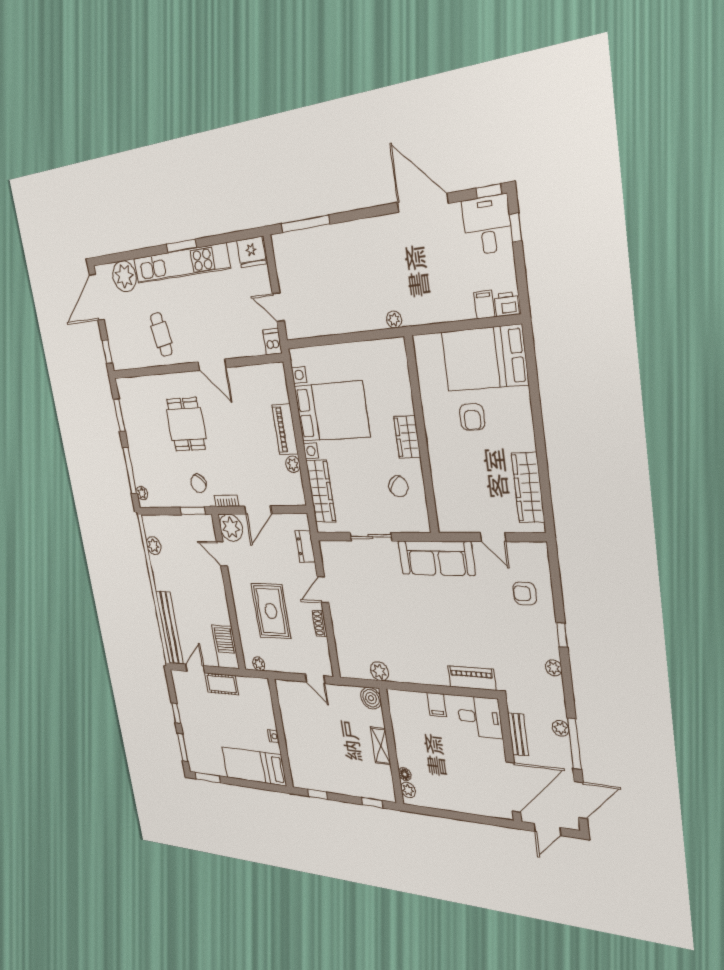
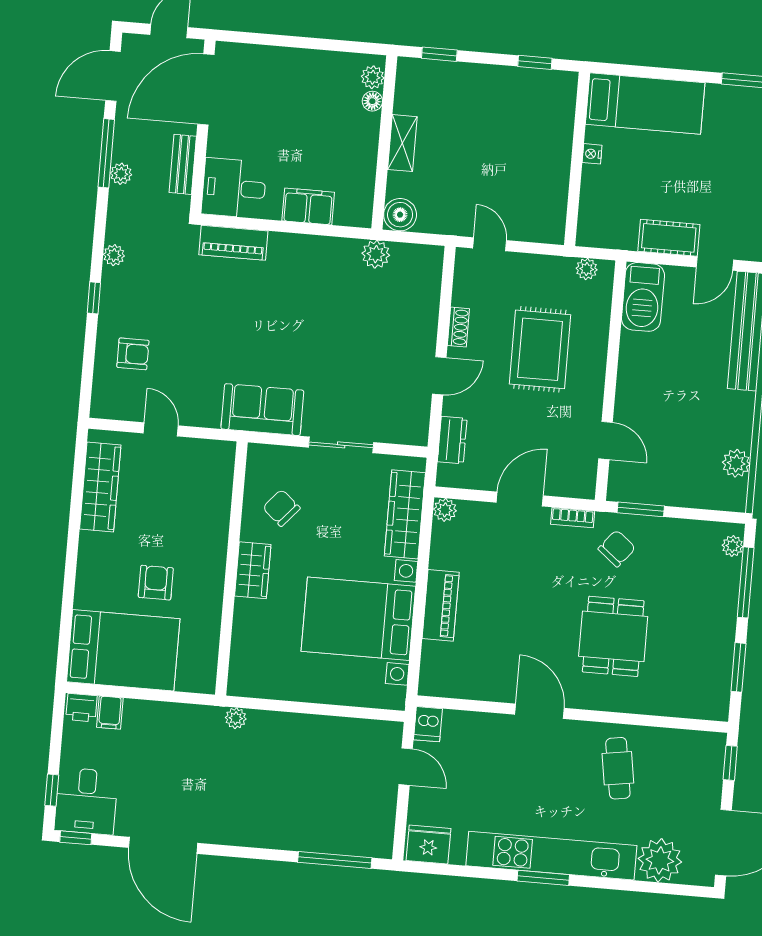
plant: (293, 464) -> (445, 510), moved
plant: (231, 528) -> (576, 478), removed
sofa: (436, 558) -> (262, 410), width x0.73
filing cabinet: (437, 705) -> (308, 206), width x2.00

